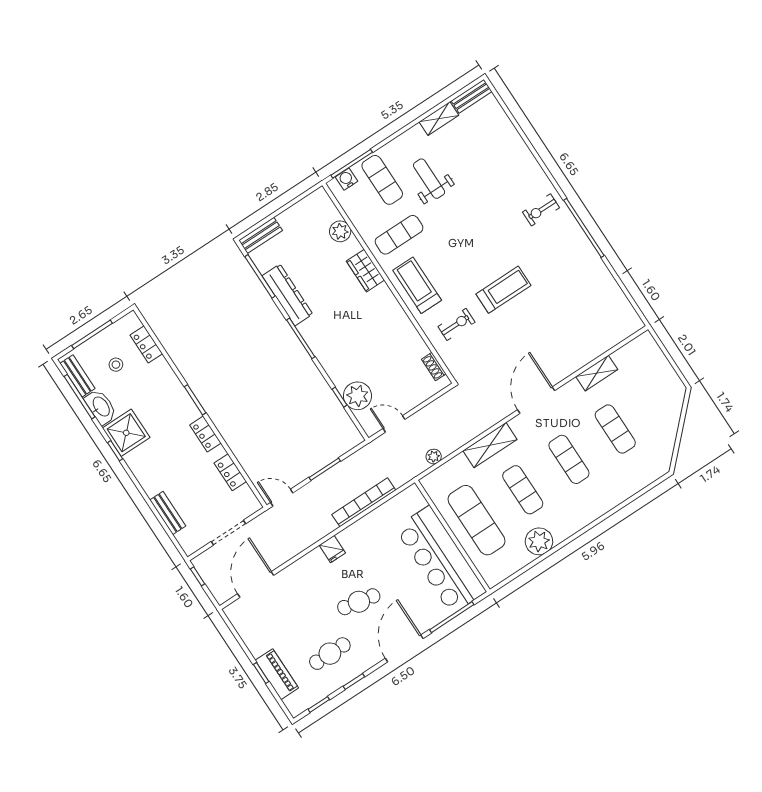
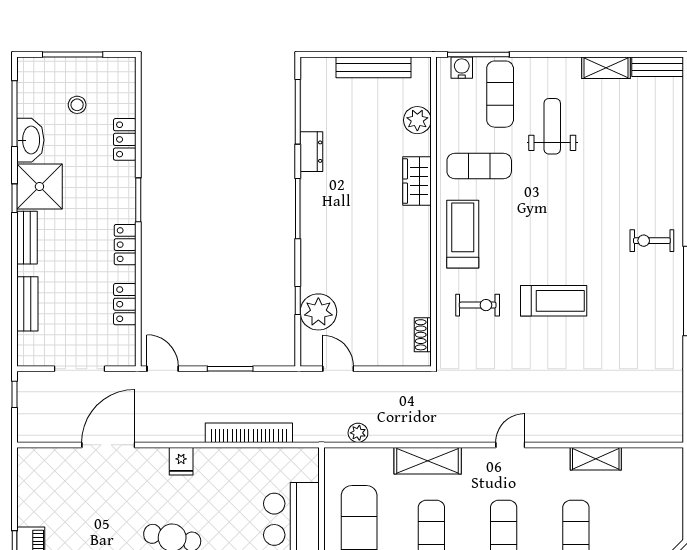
bench: (261, 235) -> (374, 67), moved, width x1.36
dresser: (287, 295) -> (311, 152), width x0.51, depth x0.80
locker: (146, 344) -> (125, 139), moved
bench: (77, 376) -> (27, 238), moved
door: (536, 400) -> (510, 445), width x0.53
door: (256, 585) -> (108, 445), moved

